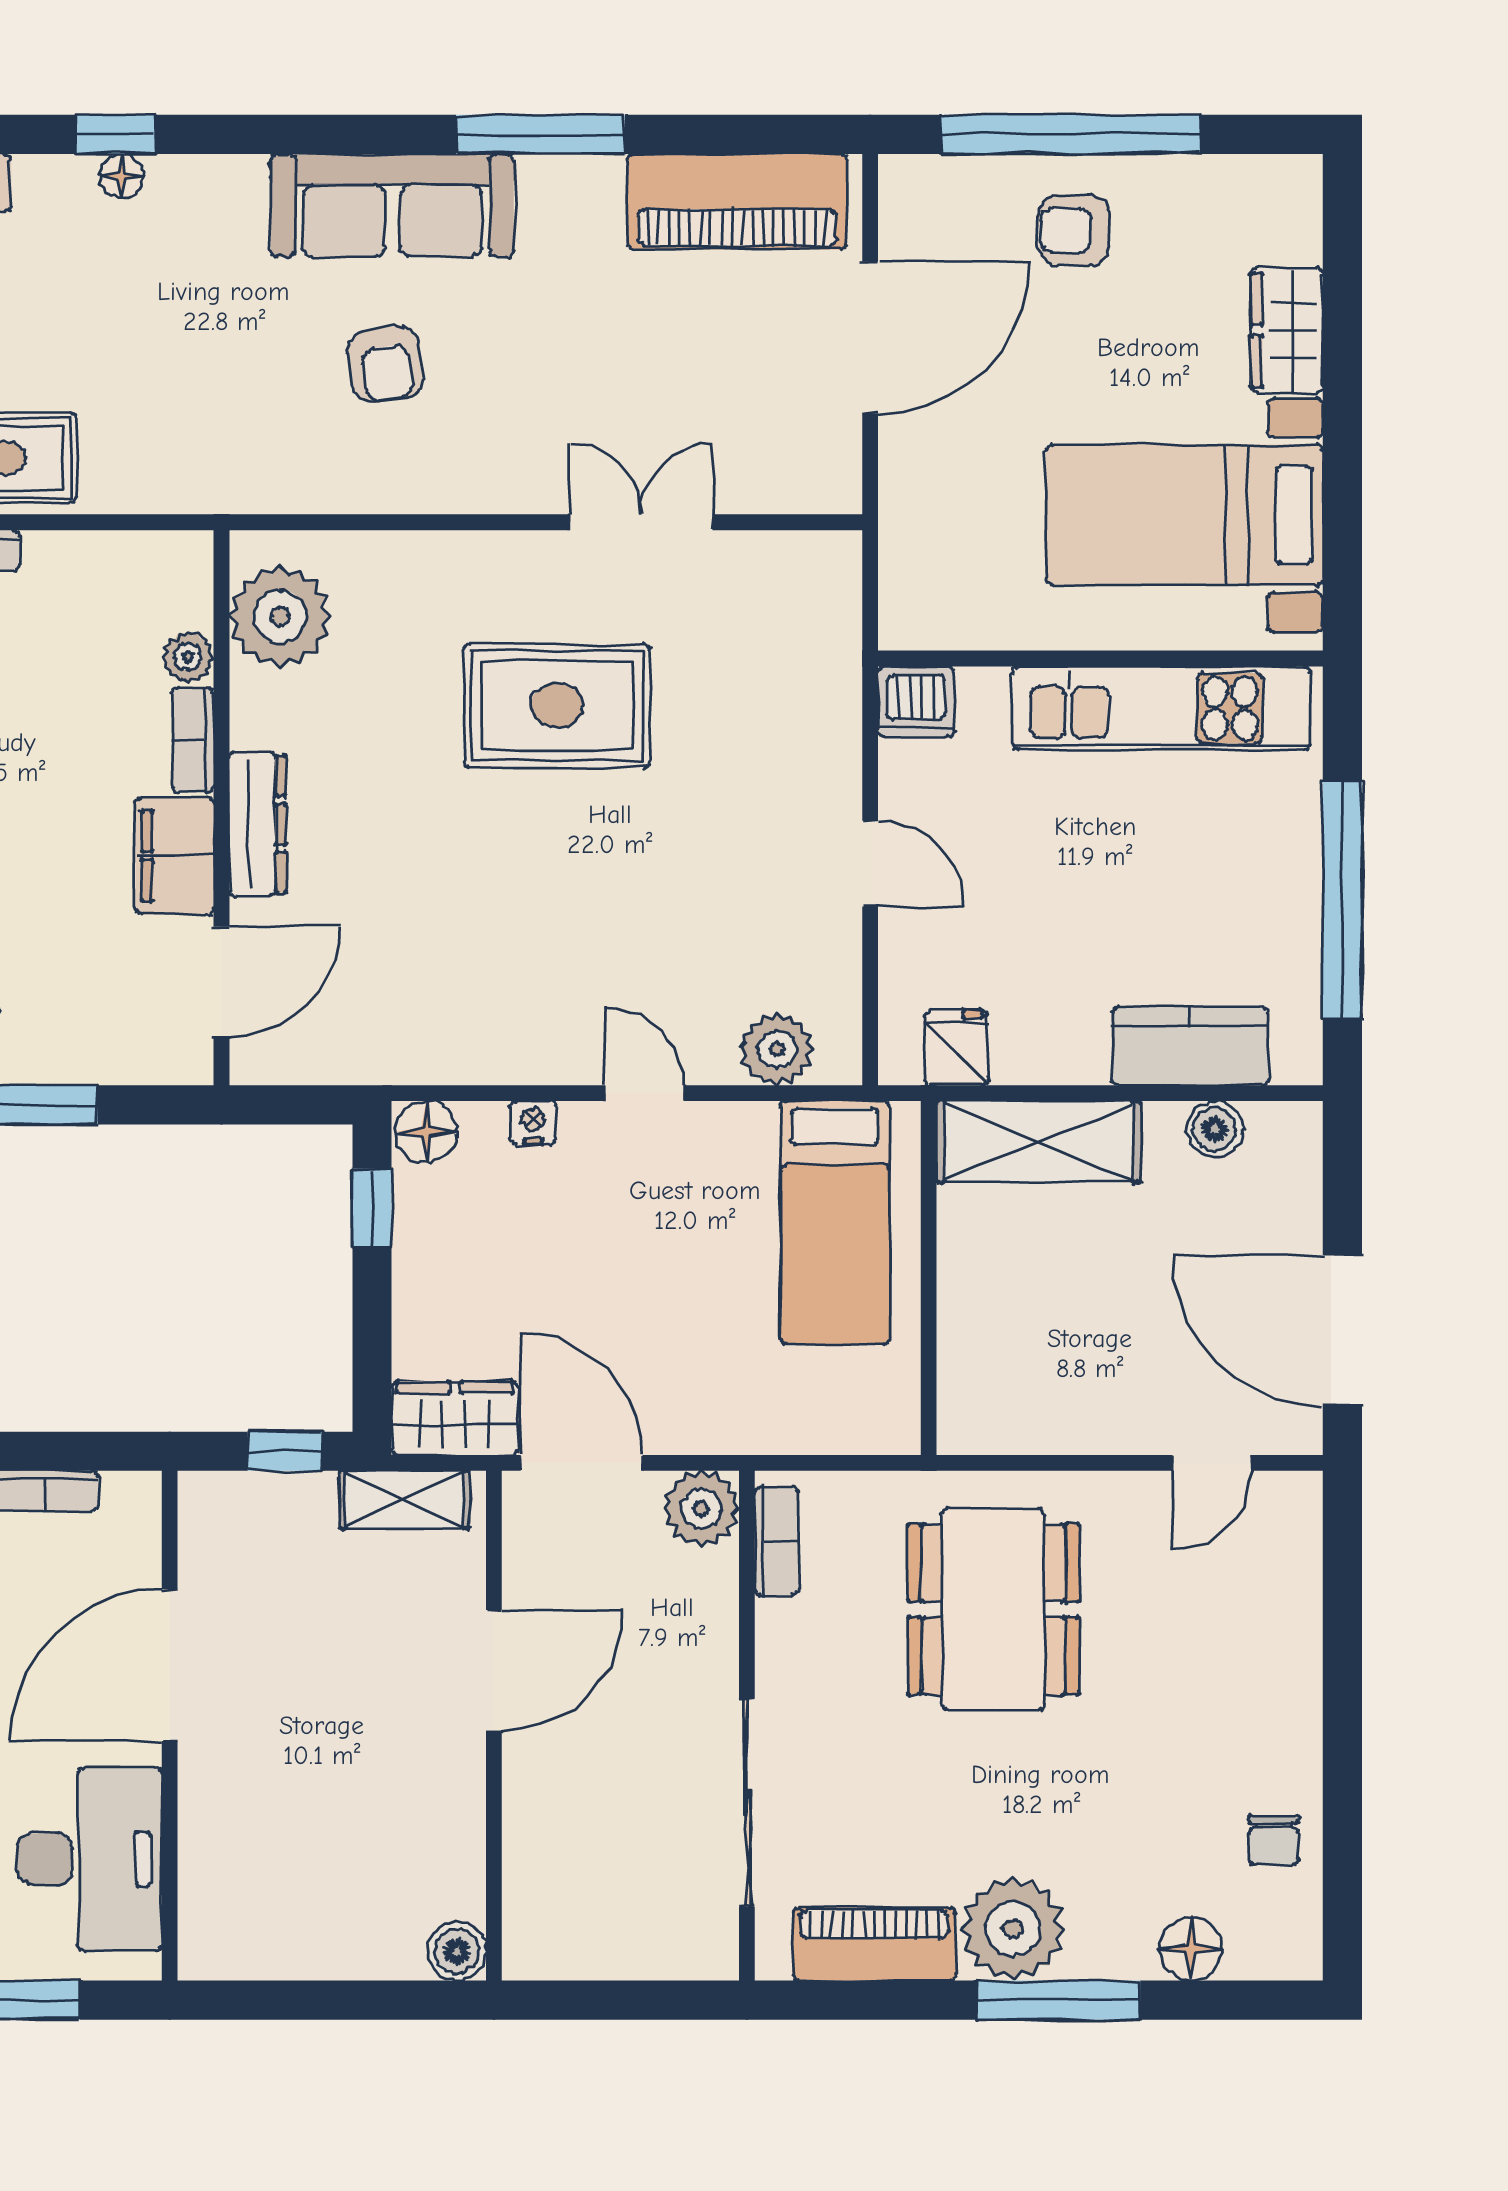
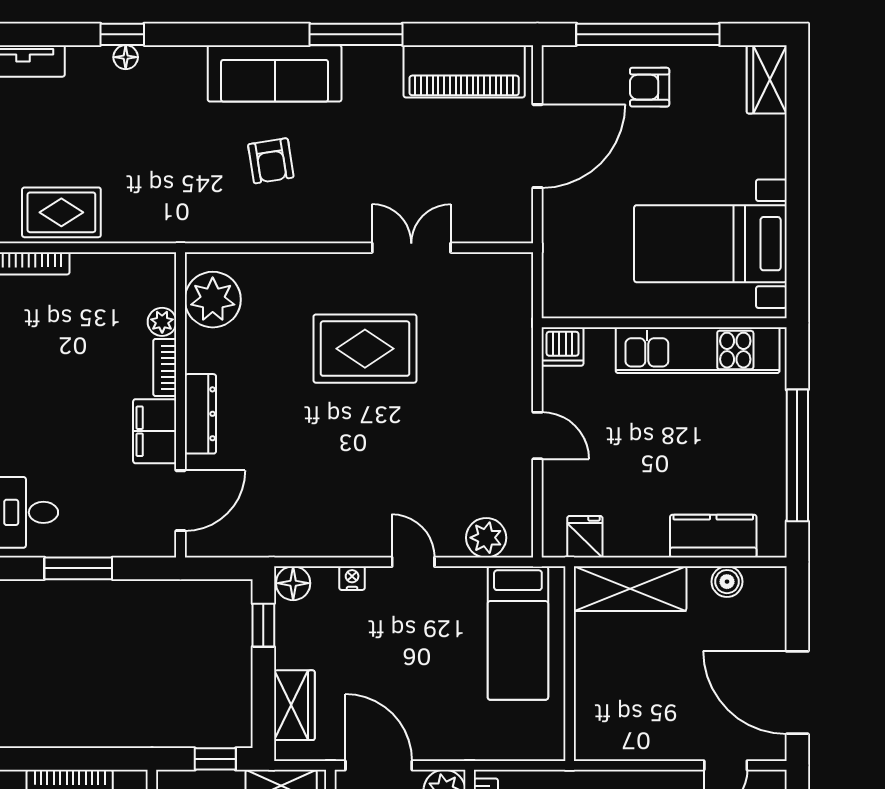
wardrobe: (1287, 330) -> (767, 79), moved
wardrobe: (455, 1418) -> (294, 705), moved, turned 90

